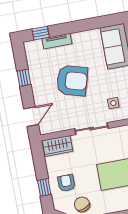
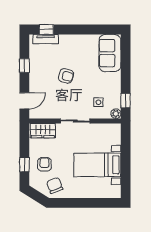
tv unit: (57, 41) -> (45, 39), moved
armchair: (72, 81) -> (66, 76), width x0.53, depth x0.53

